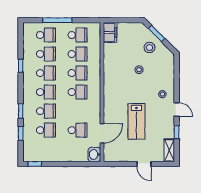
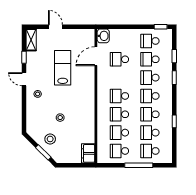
school desk: (46, 149) -> (150, 41), added

